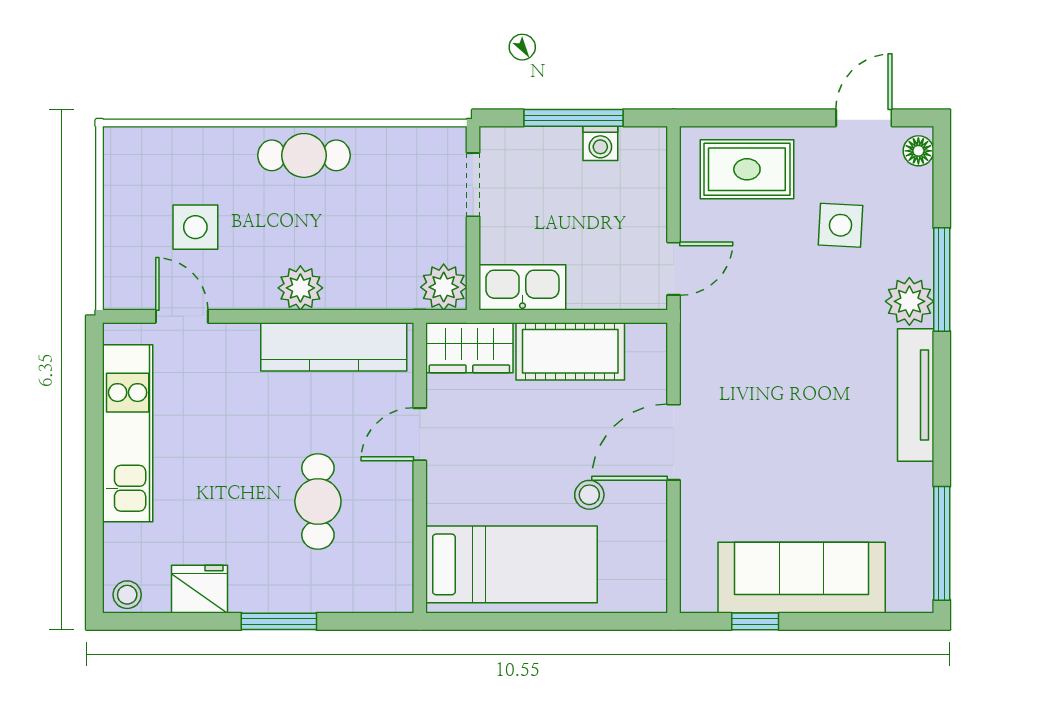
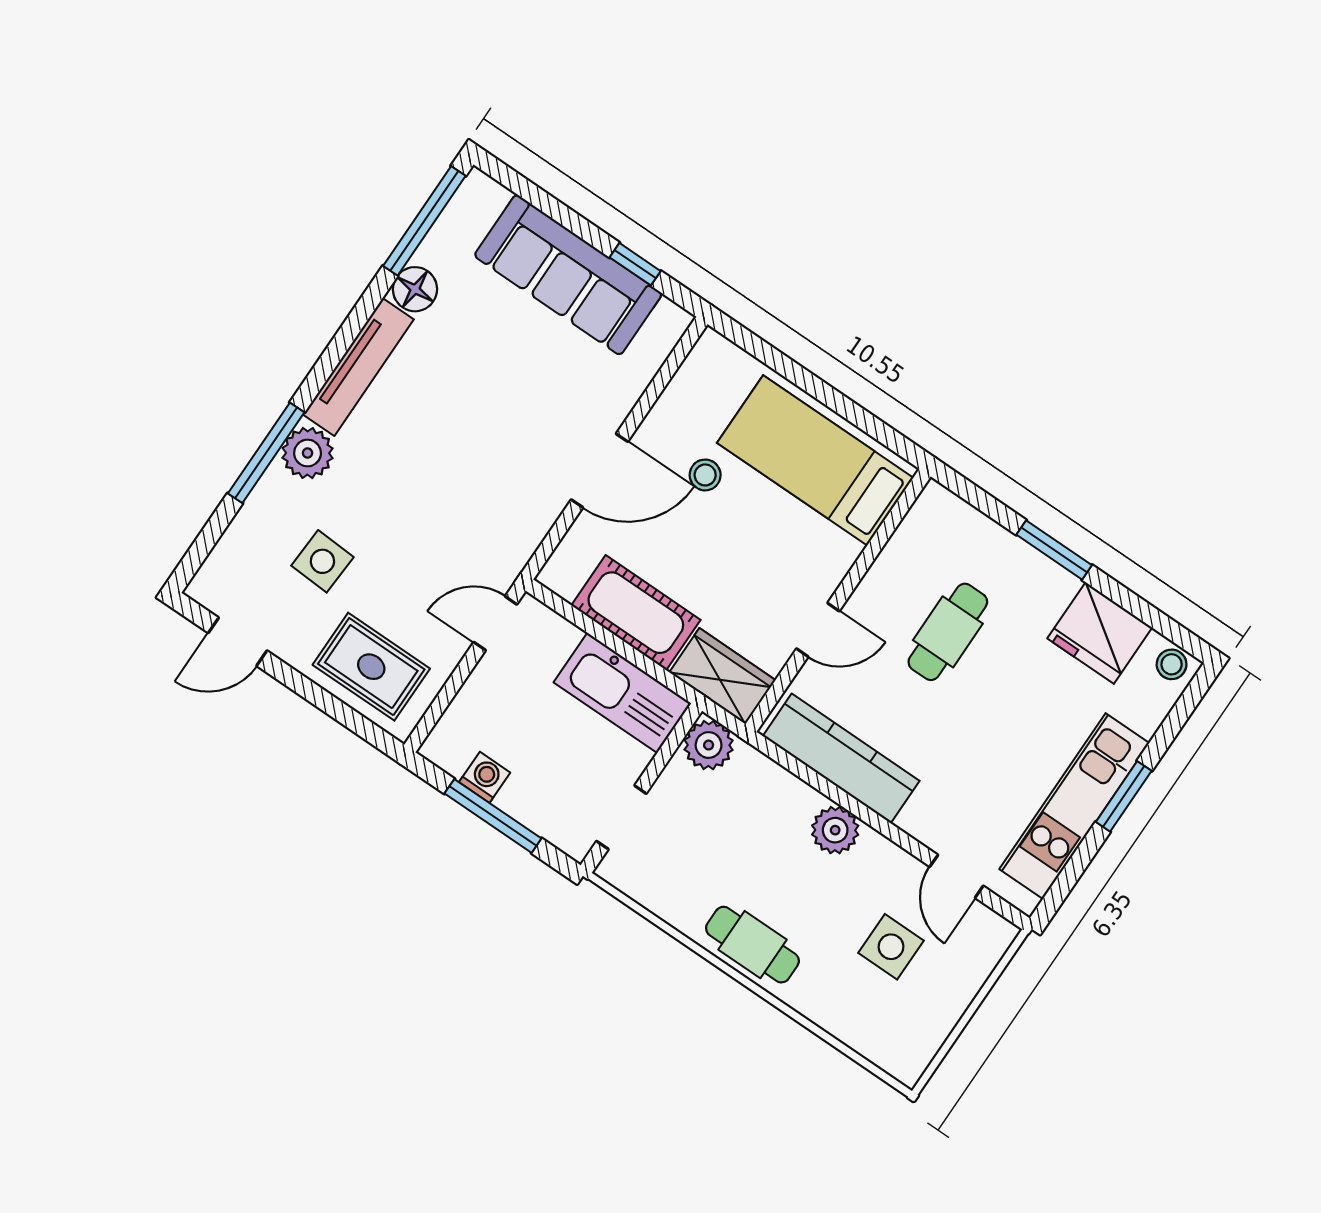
floor lamp: (918, 151) -> (415, 289), moved, width x1.37, depth x1.37
kitchen sink: (522, 287) -> (622, 693), width x1.36, depth x1.24
window: (94, 467) -> (1124, 796), added
fridge: (199, 589) -> (1100, 633), width x1.36, depth x1.34

